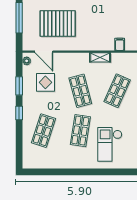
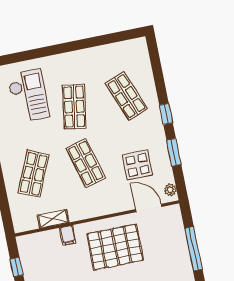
pallet: (58, 23) -> (115, 247), moved
filing cabinet: (120, 44) -> (68, 235), moved
shelving: (100, 57) -> (53, 219), moved
shop shelf: (44, 131) -> (126, 96), turned -39

